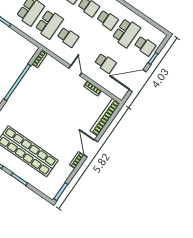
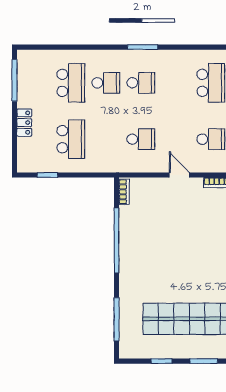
school desk: (107, 20) -> (176, 83), removed
school desk: (49, 24) -> (106, 139), removed

